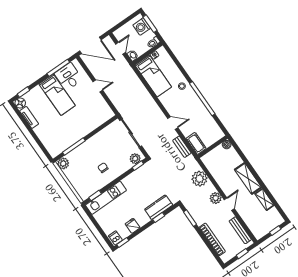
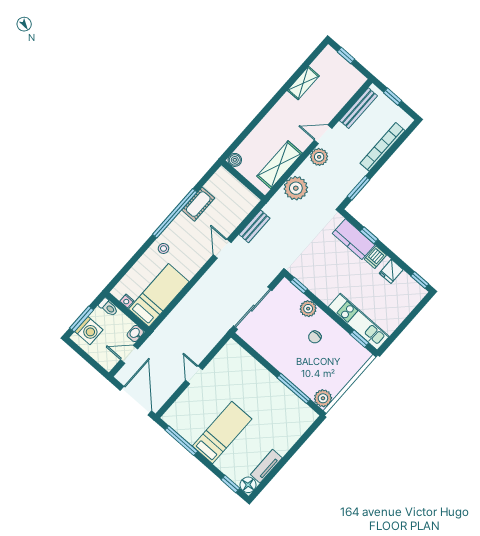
desk: (69, 77) -> (191, 422), removed
cot: (196, 143) -> (198, 204), moved
plant: (135, 159) -> (308, 309), moved
shelving: (248, 178) -> (280, 165), moved
dishwasher: (115, 238) -> (375, 257), moved

